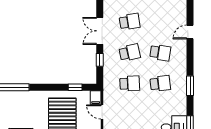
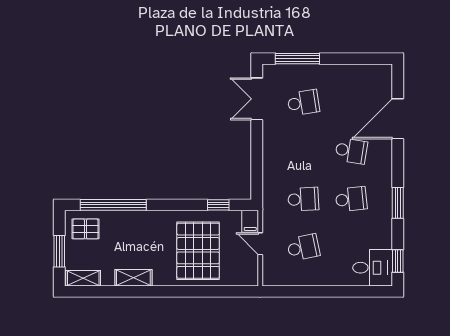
double door: (100, 31) -> (257, 99), moved
door: (190, 32) -> (398, 119), width x1.88
school desk: (130, 53) -> (303, 247), moved
window: (100, 60) -> (257, 162), removed

